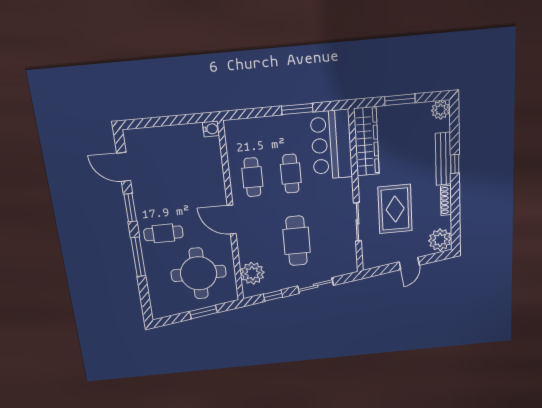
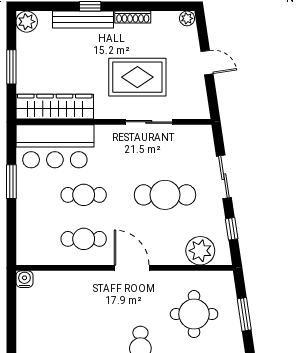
door: (232, 220) -> (132, 268), swing flipped
plant: (440, 240) -> (187, 18), width x0.53, depth x0.53
round table: (199, 273) -> (194, 314), width x0.73, depth x0.73

